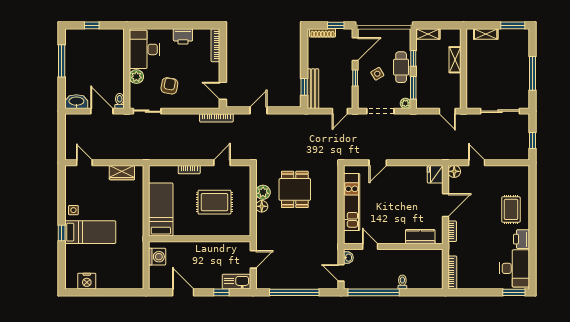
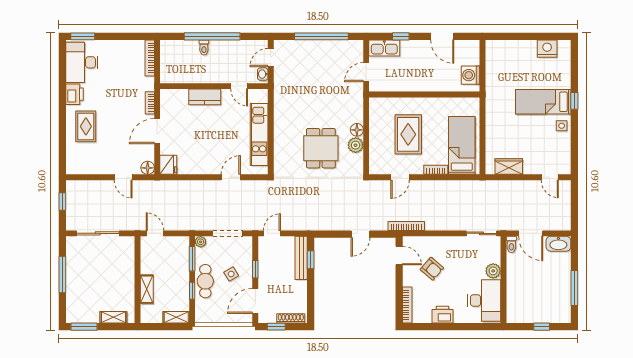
armchair: (169, 86) -> (432, 269), moved, turned -59
rug: (214, 202) -> (408, 134), turned 90
bed: (161, 209) -> (462, 145), moved, turned 180
kitchen counter: (420, 237) -> (205, 97), moved
door: (341, 273) -> (271, 58), swing flipped
window: (374, 292) -> (212, 36), moved

